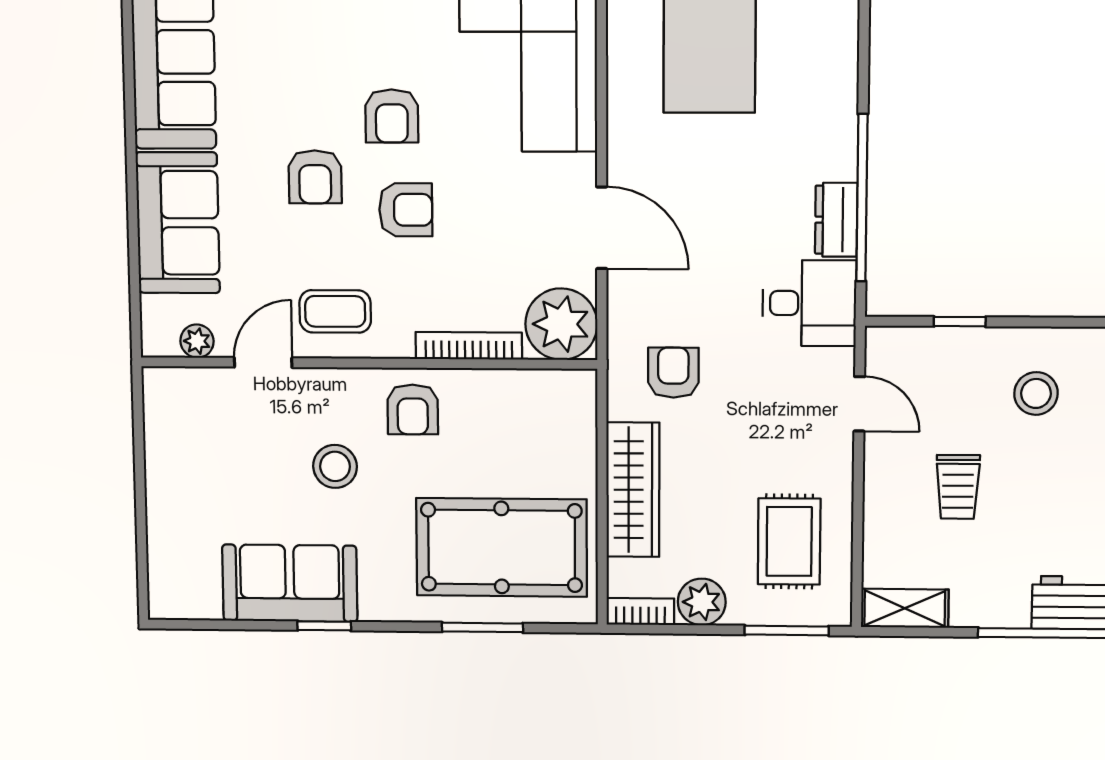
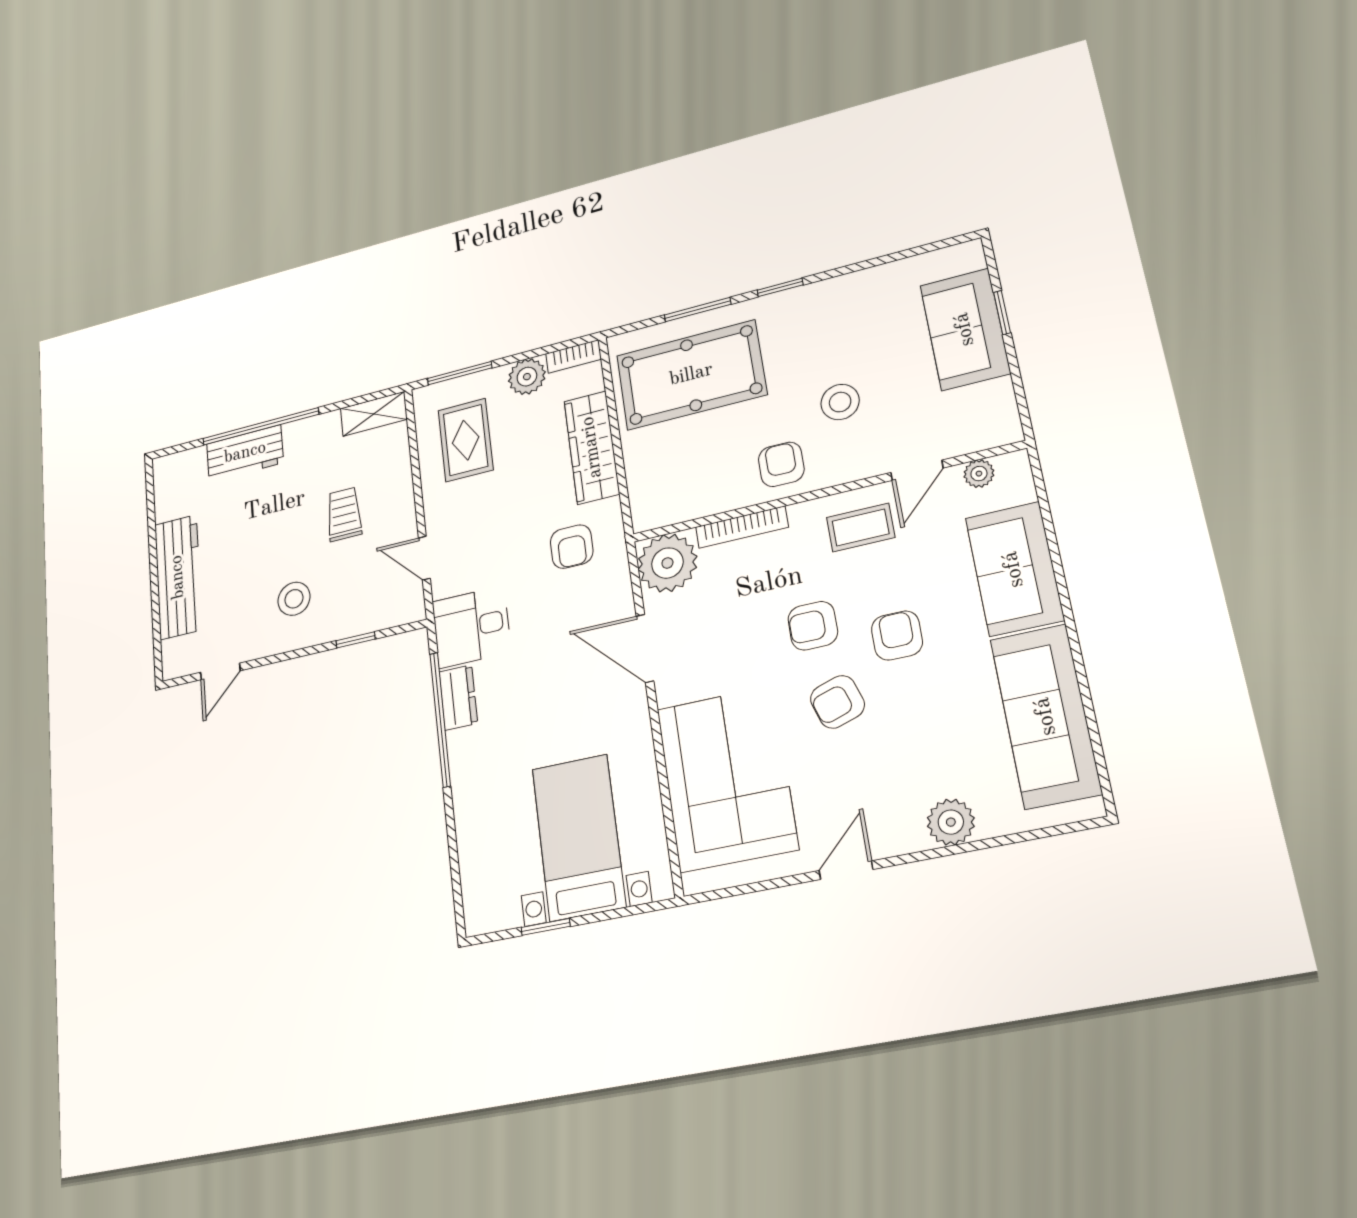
armchair: (392, 116) -> (837, 702), turned -108
window: (141, 523) -> (1002, 313), added
sofa: (290, 583) -> (965, 329), moved, turned 90
window: (324, 626) -> (780, 287), moved

